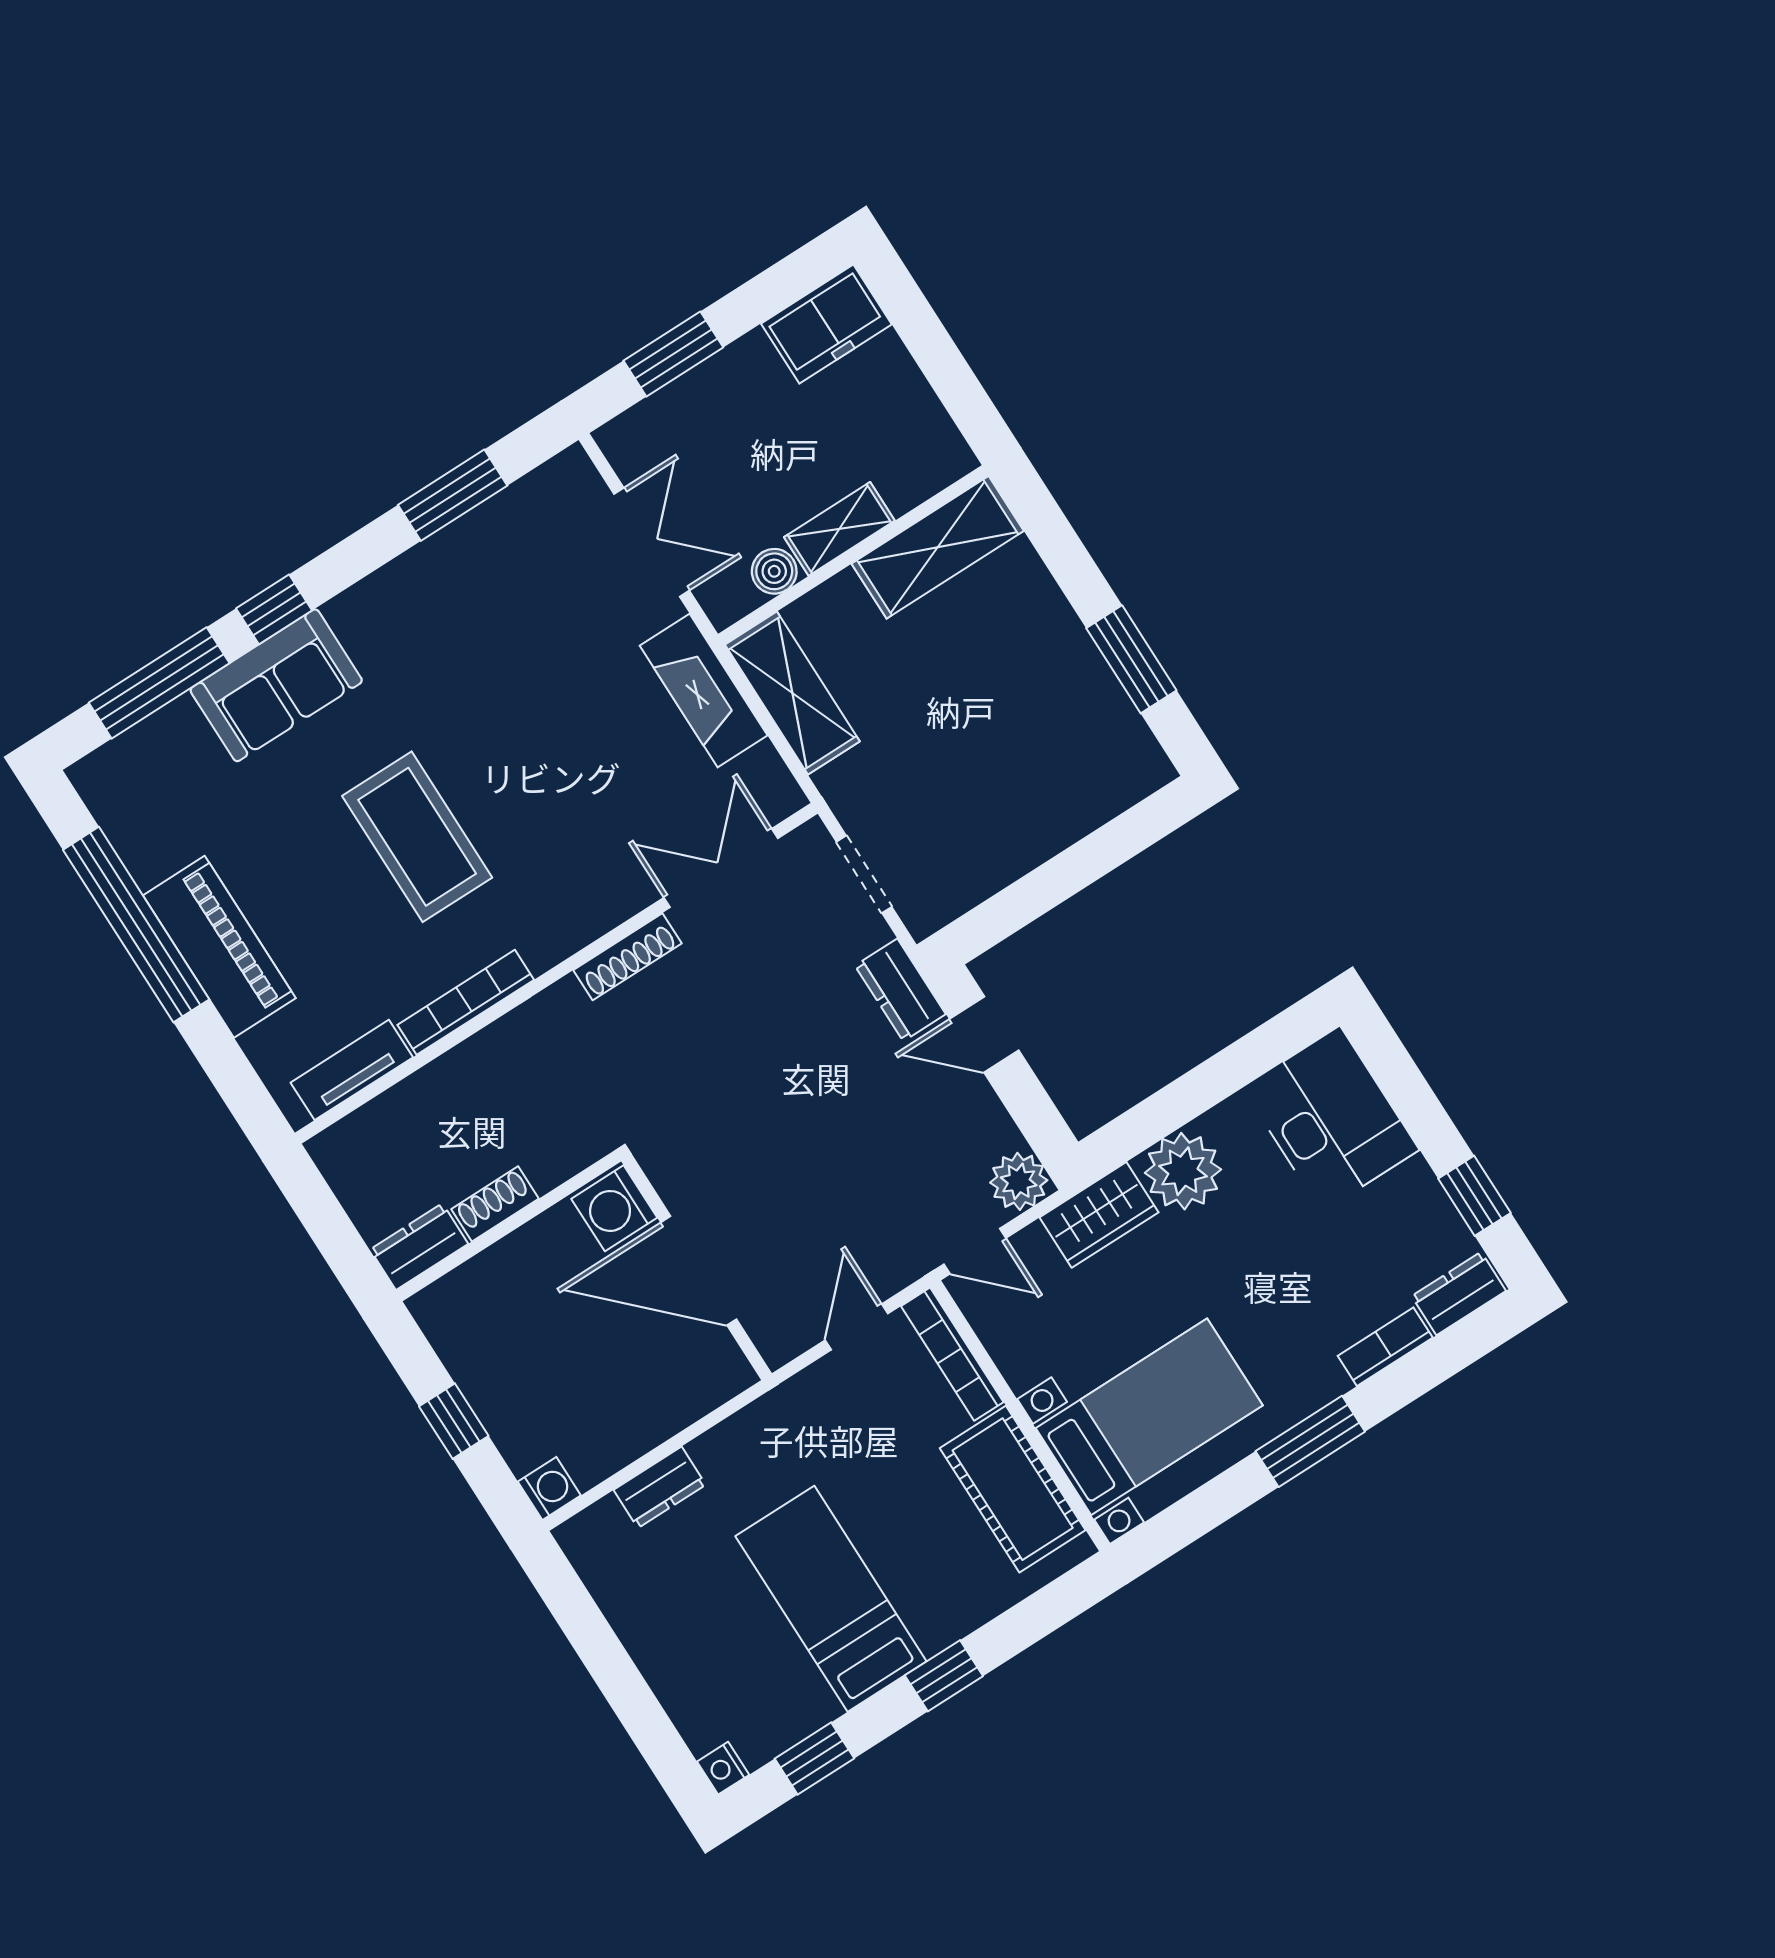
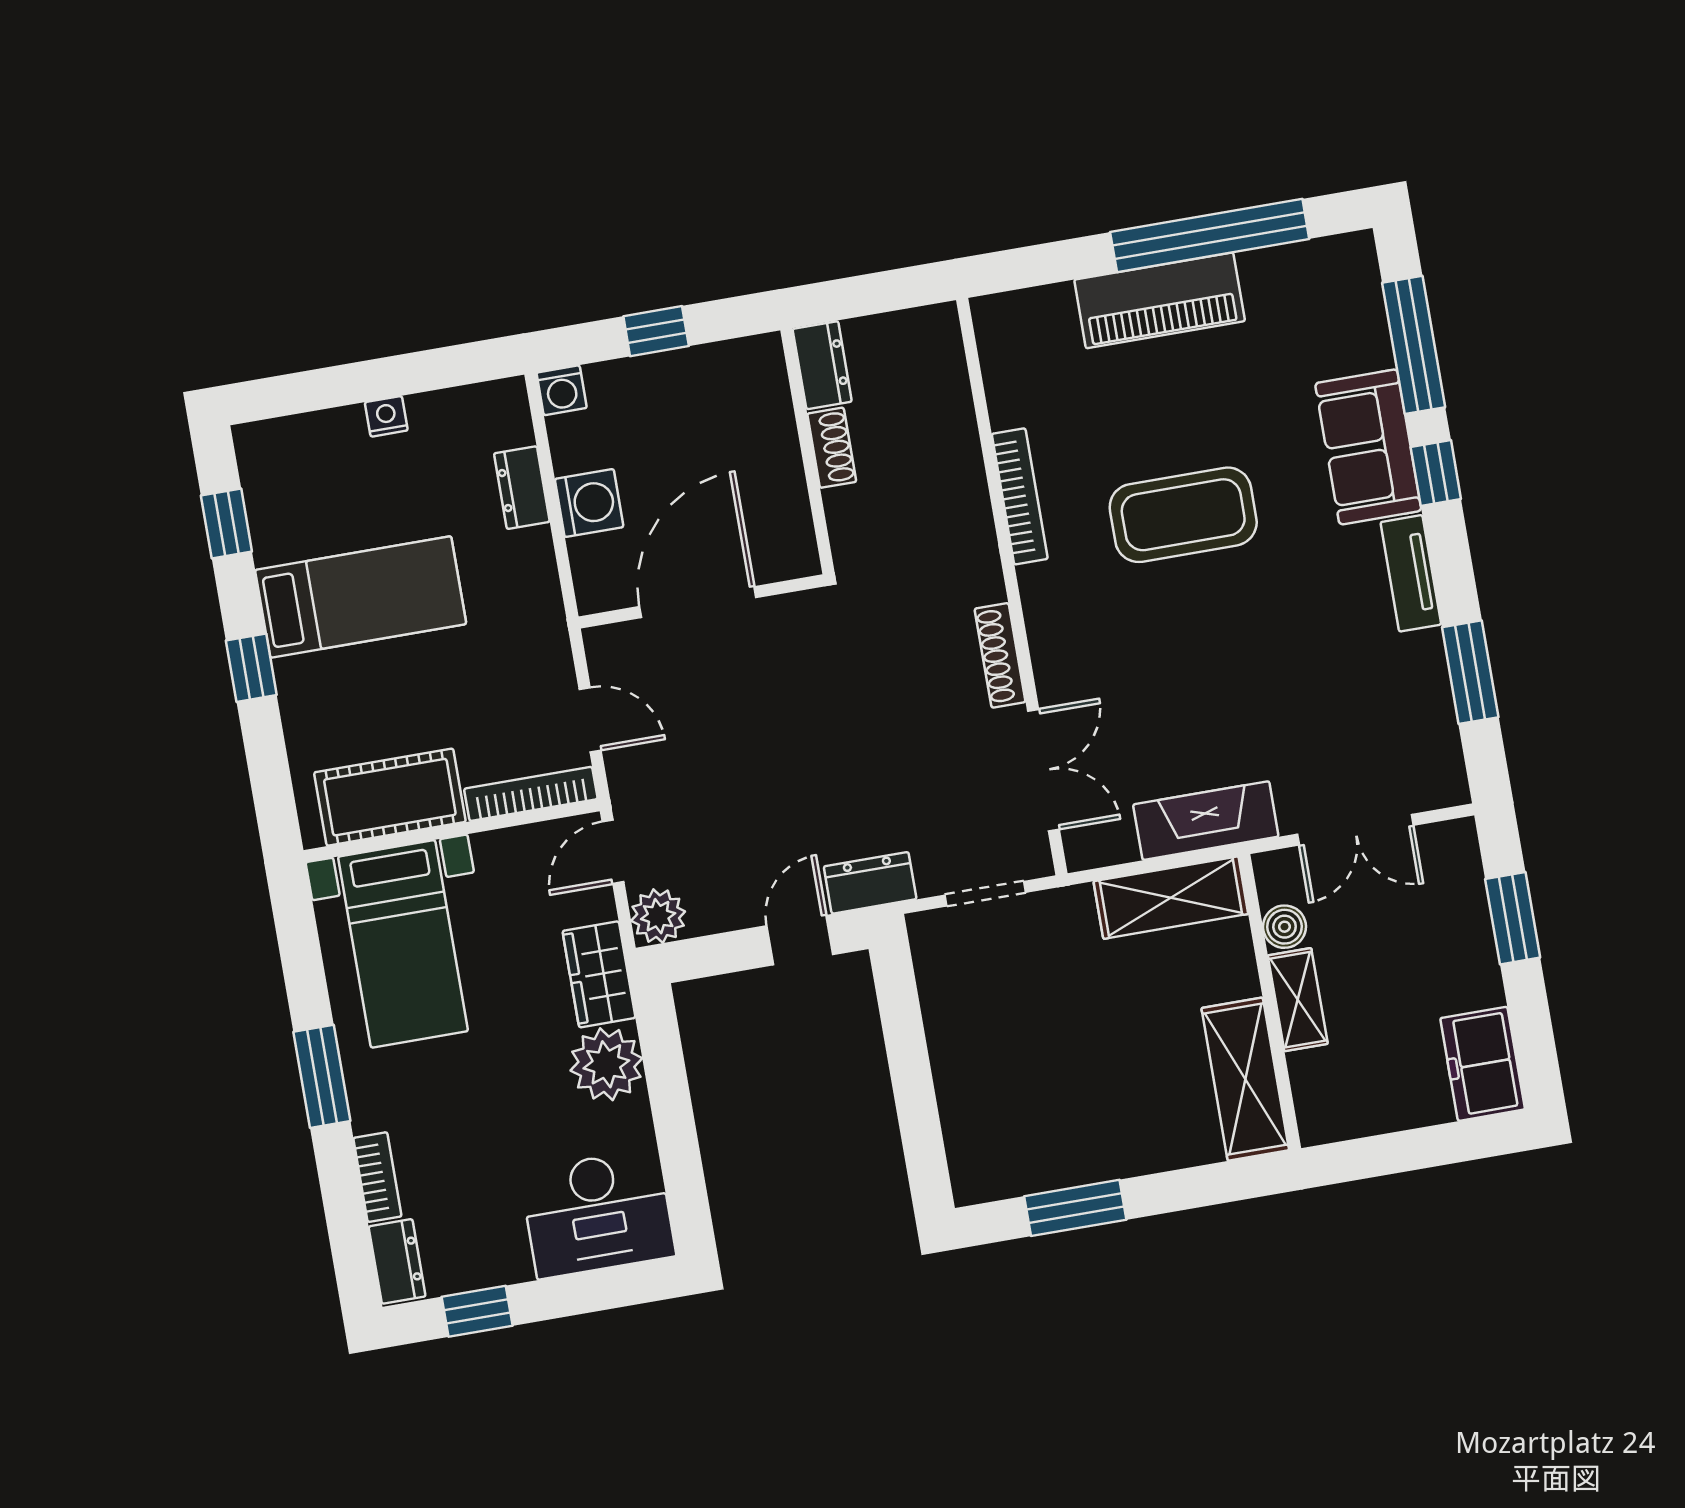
tv unit: (352, 1070) -> (1411, 573), moved, turned 180
washing machine: (614, 1208) -> (589, 503), moved, turned 90
nightstand: (723, 1768) -> (386, 416), moved

